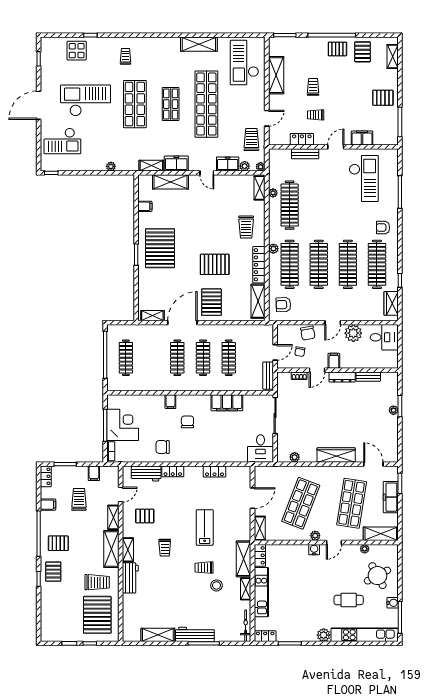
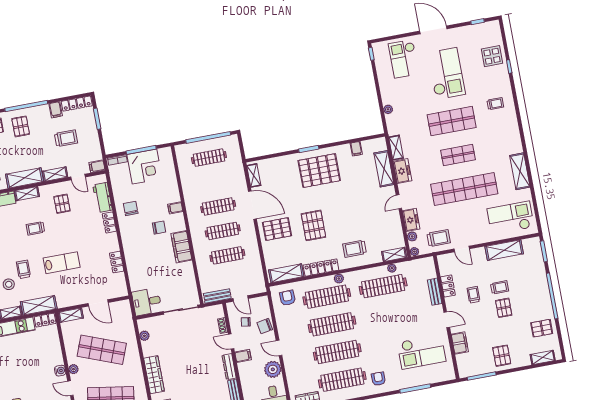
pallet: (337, 49) -> (504, 308), moved
filing cabinet: (227, 403) -> (181, 247), moved
filing cabinet: (94, 473) -> (97, 166), moved
locker: (46, 476) -> (77, 104), width x1.53

